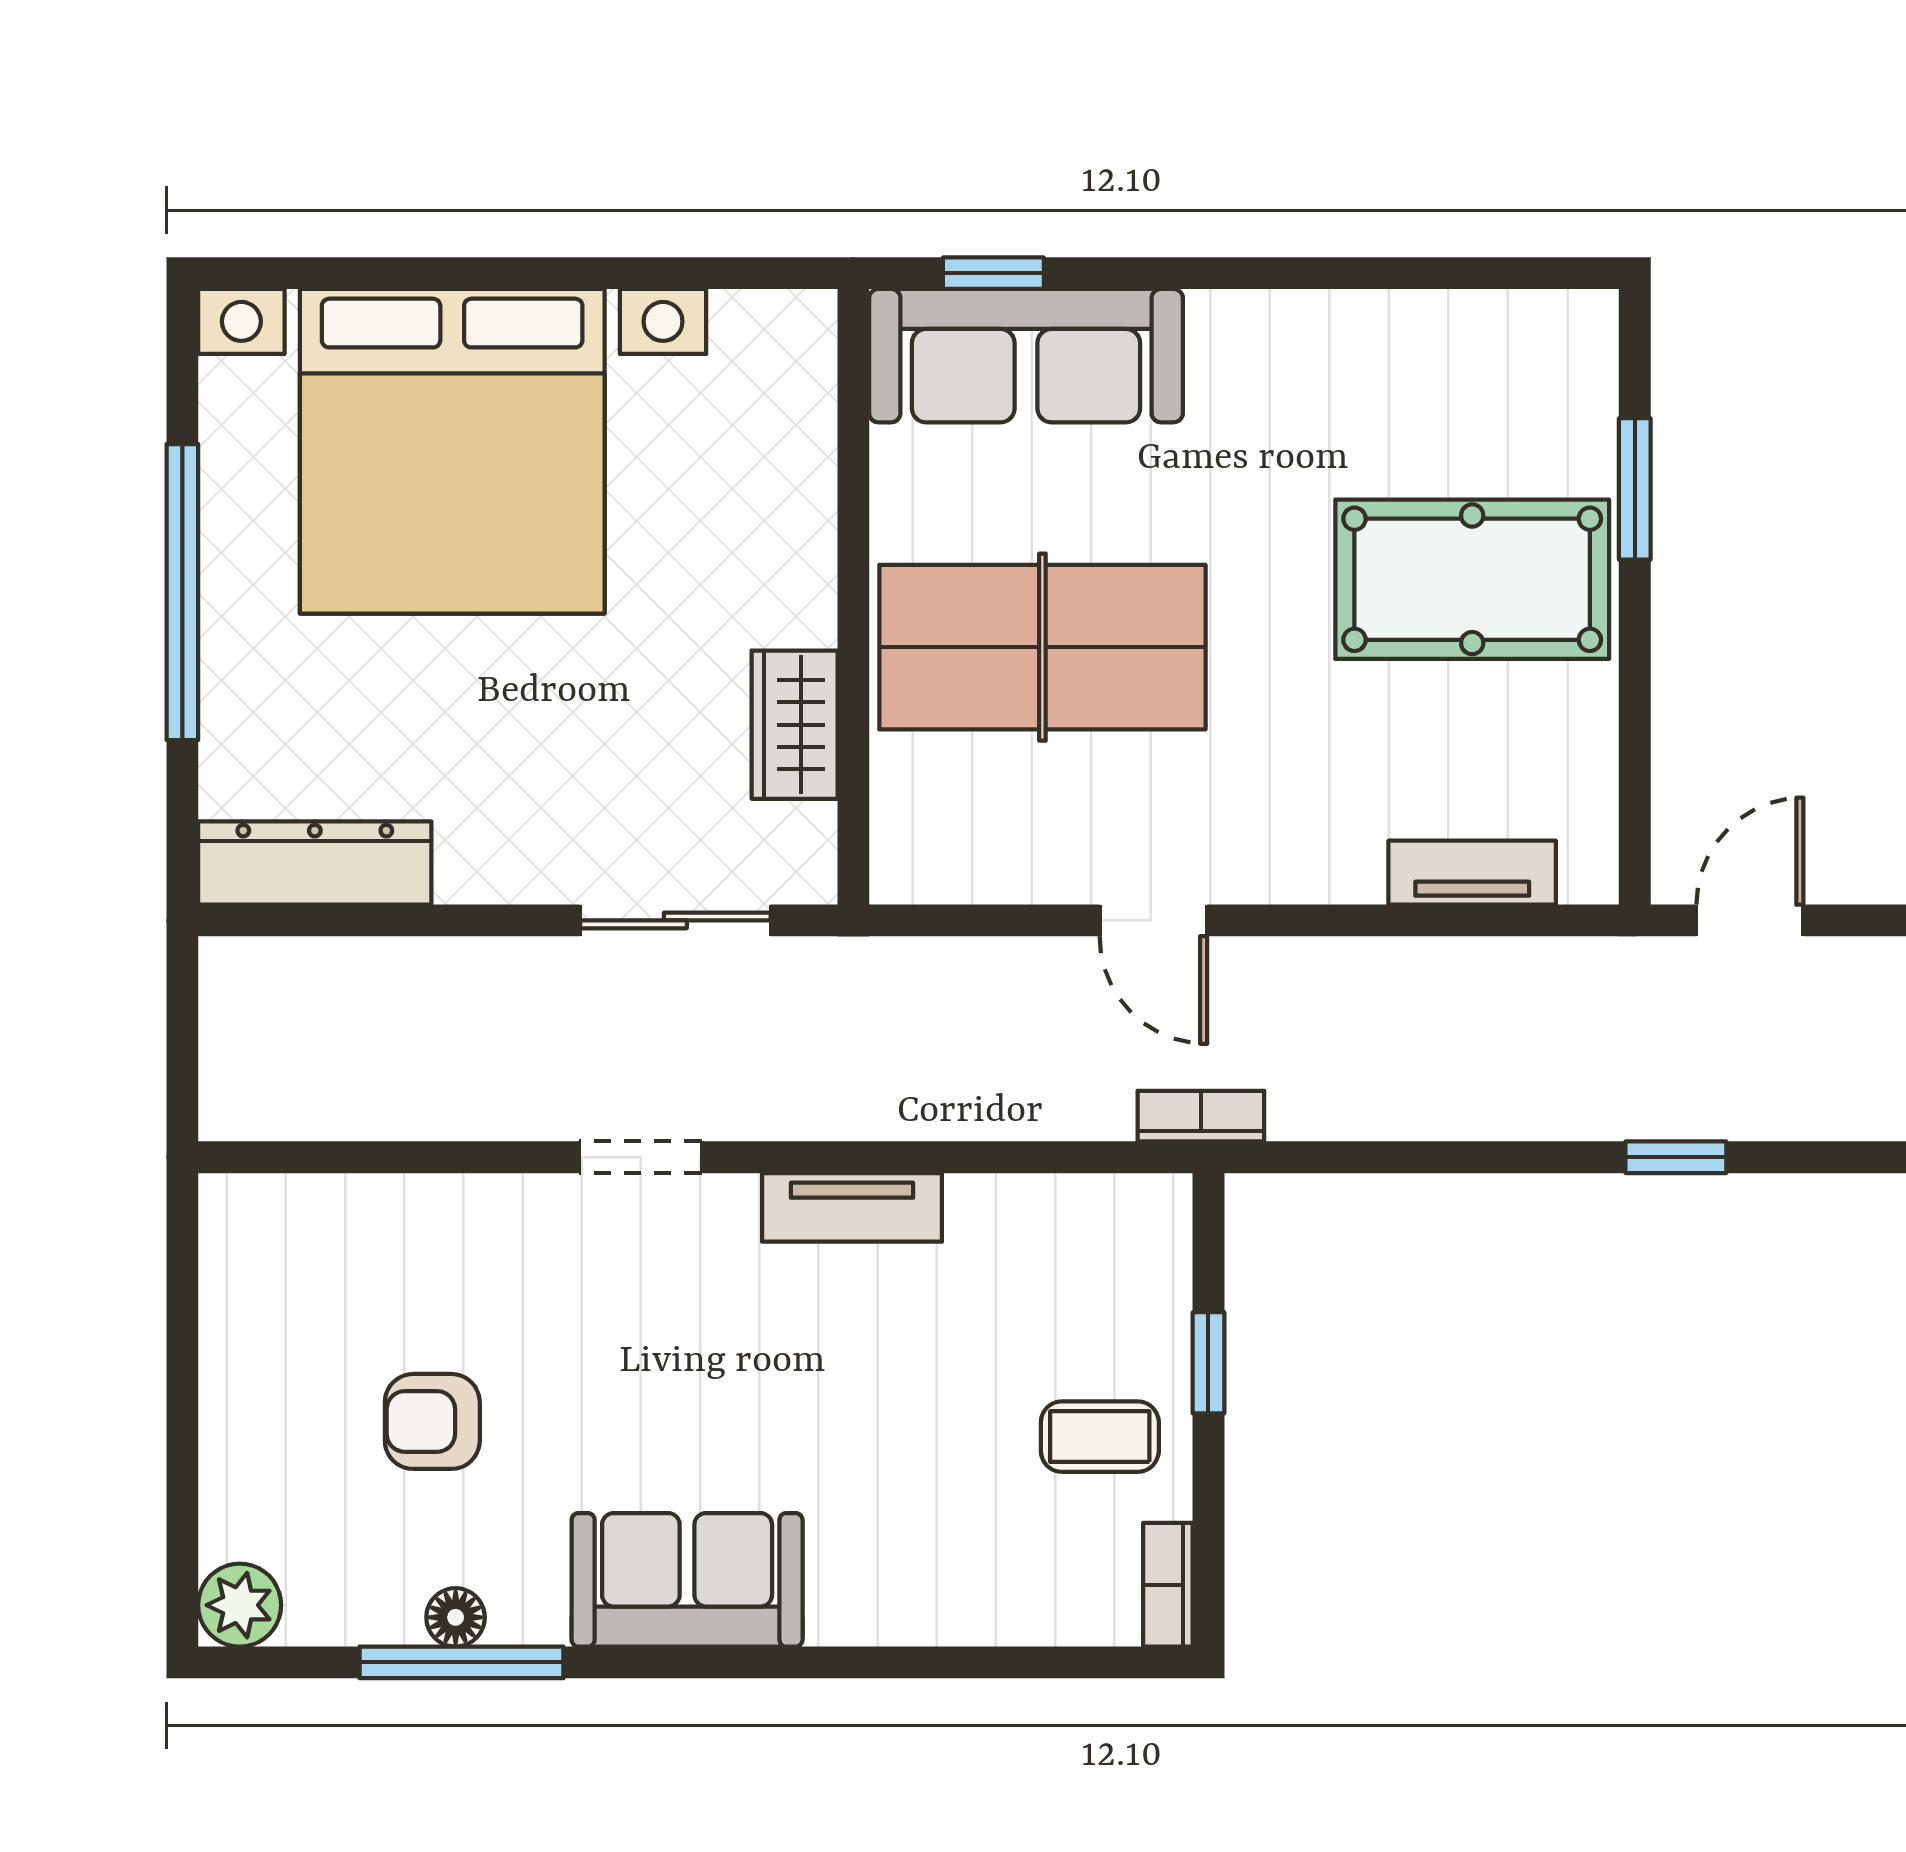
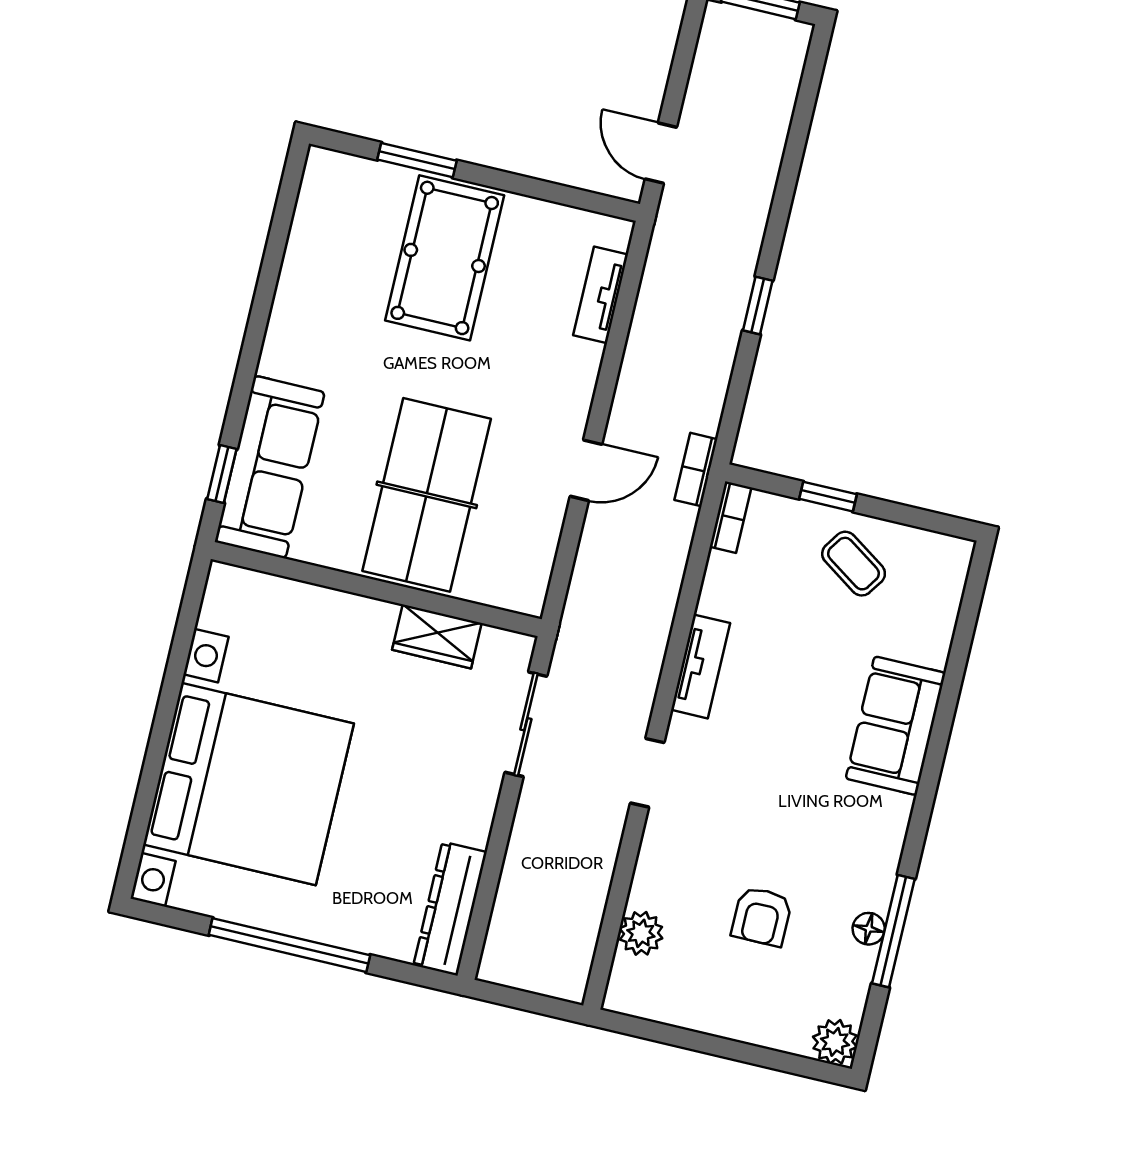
window: (1676, 1157) -> (758, 305), moved
plant: (351, 1214) -> (641, 933), added
coffee table: (1100, 1437) -> (854, 564), turned -56
sofa: (687, 1580) -> (896, 726), moved
bookcase: (1168, 1585) -> (730, 517), moved, turned -90

